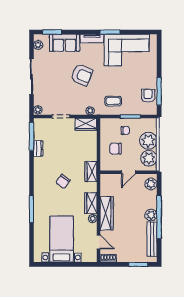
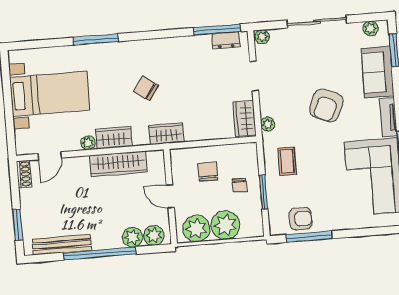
dresser: (38, 149) -> (226, 40), moved
wardrobe: (107, 213) -> (118, 164), moved
plant: (151, 215) -> (132, 237), moved

